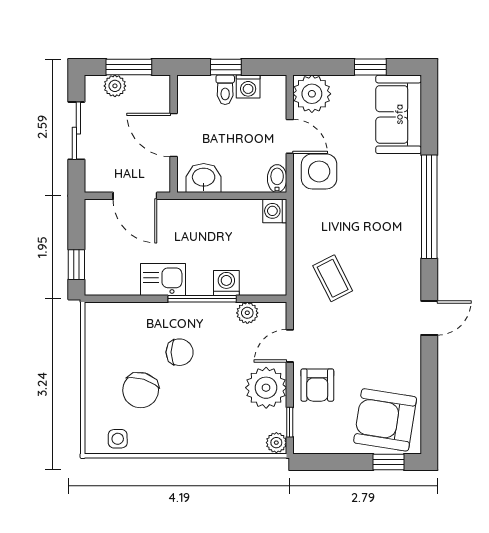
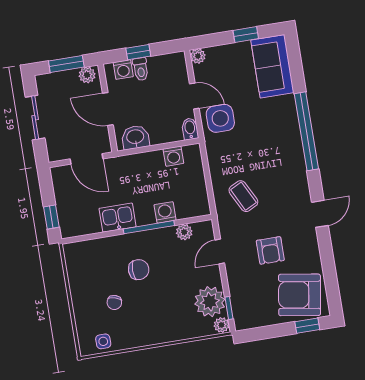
plant: (115, 86) -> (87, 75), moved
washing machine: (248, 87) -> (123, 70), moved
plant: (312, 94) -> (198, 56), width x0.53, depth x0.53
washing machine: (275, 211) -> (173, 156), moved, turned -90
armchair: (317, 385) -> (270, 250), moved
plant: (266, 388) -> (210, 302), moved
chair: (141, 390) -> (114, 303), width x0.54, depth x0.54

